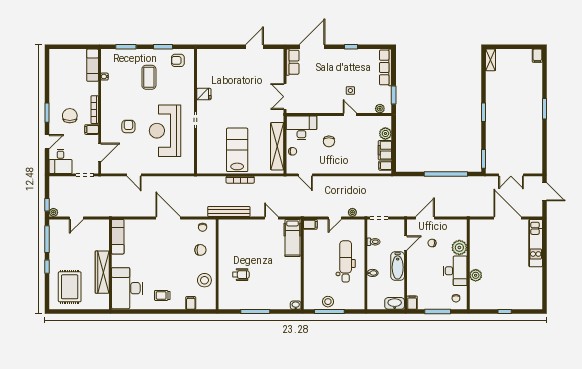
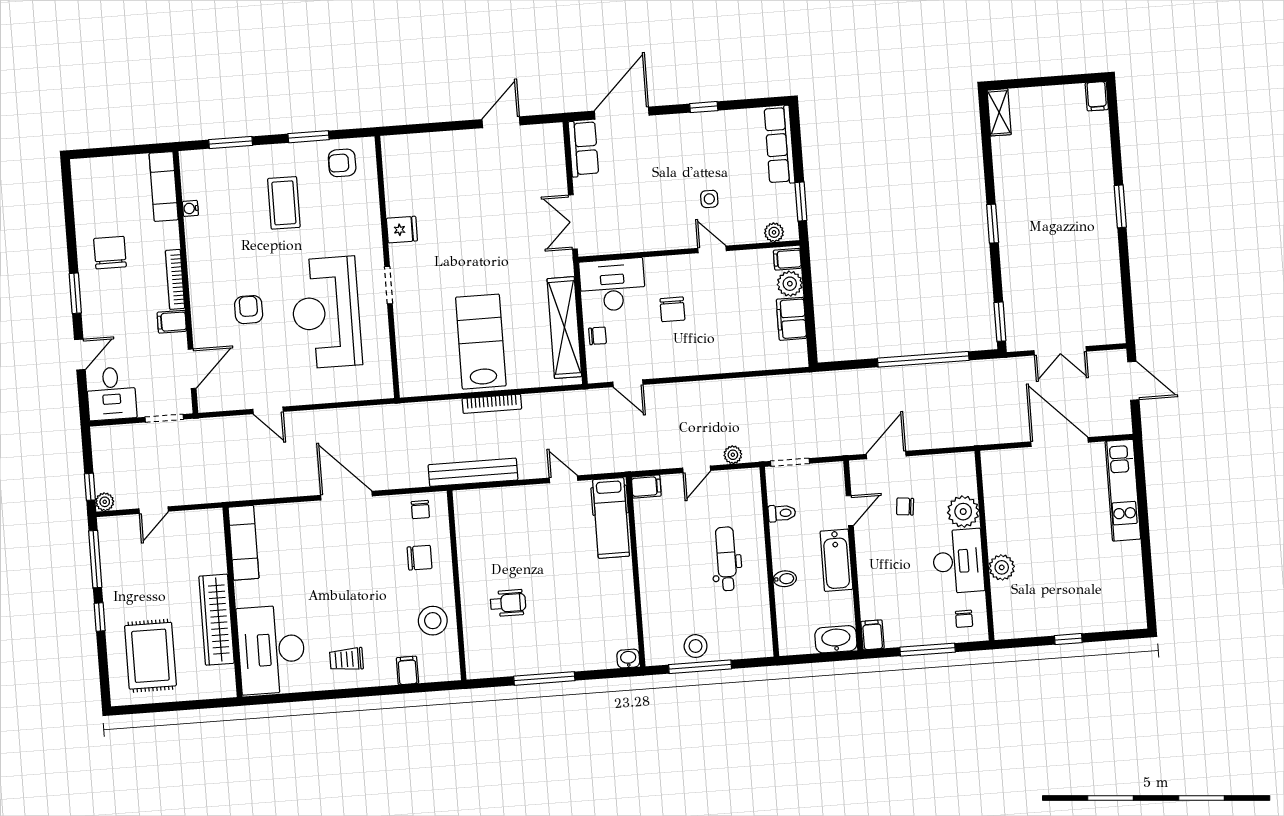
chair: (70, 116) -> (110, 253), moved
filing cabinet: (385, 166) -> (787, 259), moved
dental chair: (346, 261) -> (726, 559), width x0.73, depth x0.72

